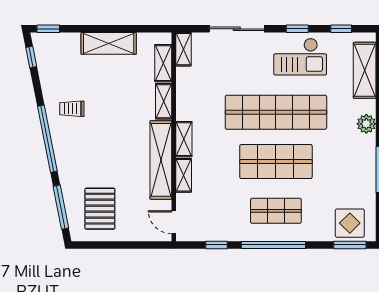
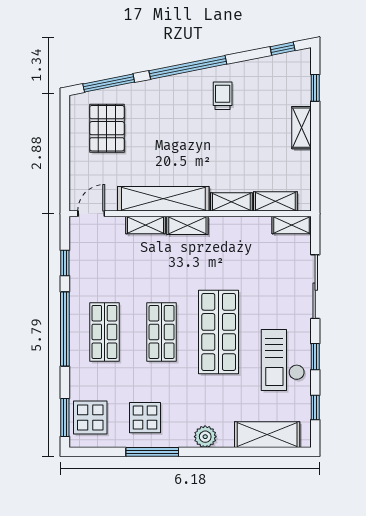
window: (48, 29) -> (315, 88), moved
shelving: (109, 43) -> (302, 128), width x0.67, depth x0.75
shop shelf: (276, 112) -> (219, 332), width x0.71
shop shelf: (276, 162) -> (162, 332), width x0.70, depth x0.74
display table: (350, 176) -> (145, 418), added
pallet: (100, 209) -> (107, 128), turned 90

